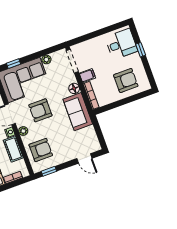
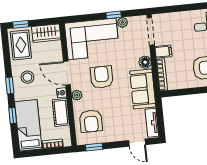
window: (13, 64) -> (114, 15), moved
armchair: (40, 110) -> (102, 77), turned 90
tv unit: (93, 138) -> (152, 123), added
armchair: (41, 150) -> (91, 121), turned 90

